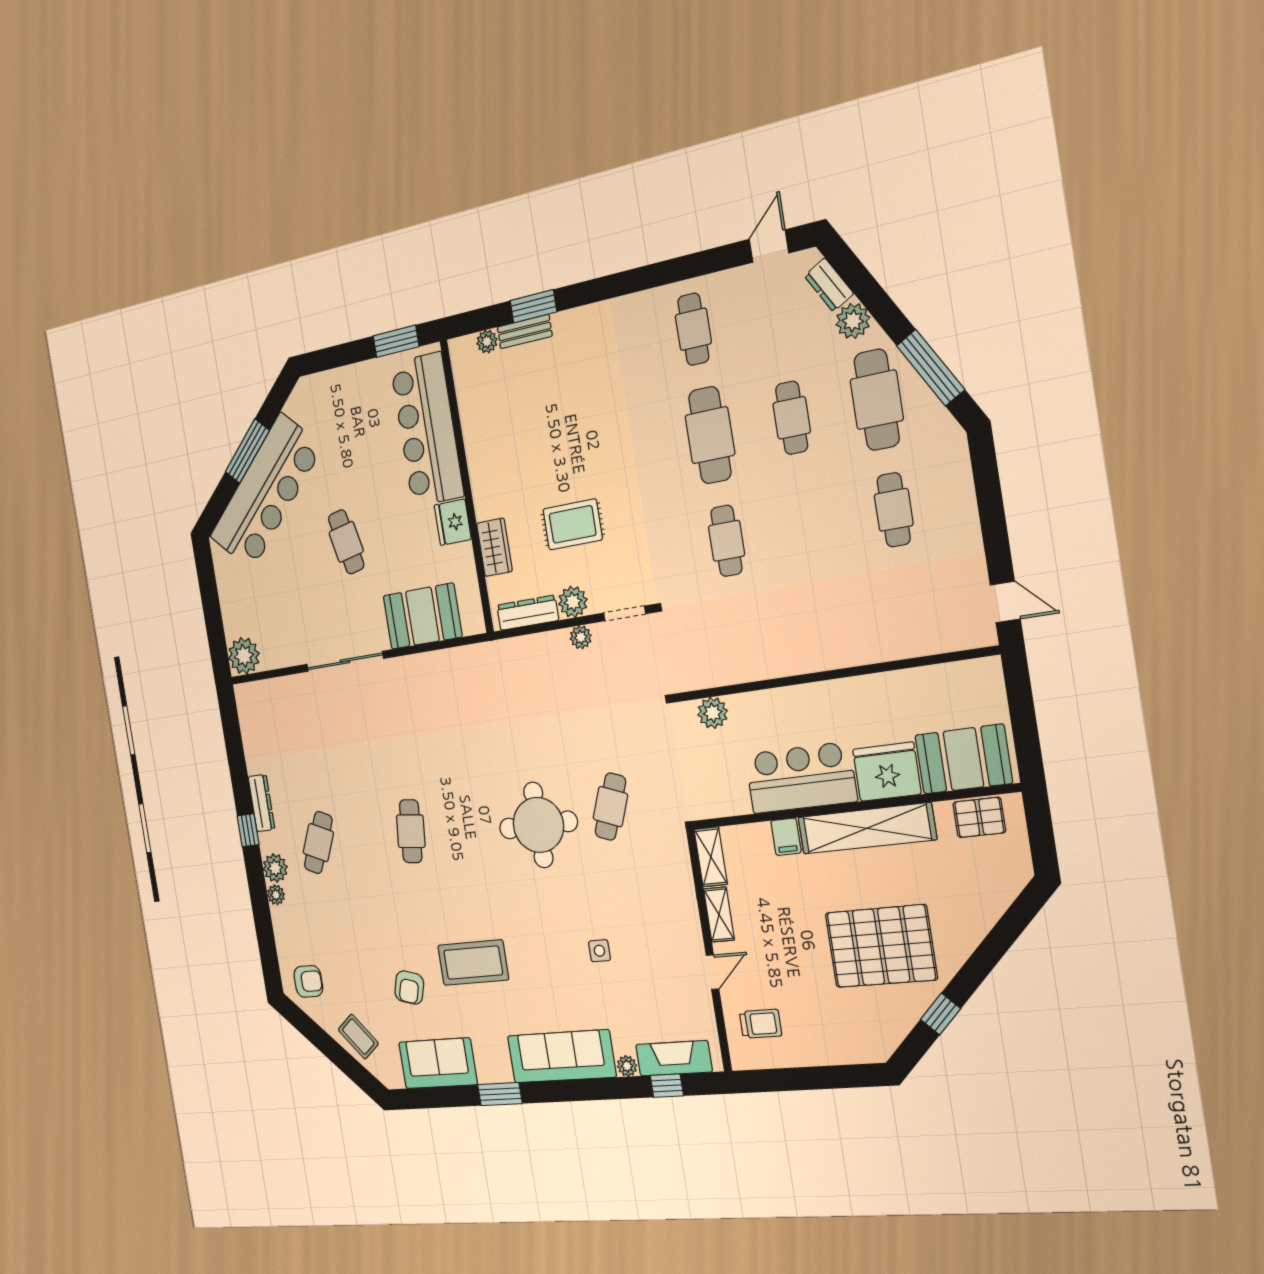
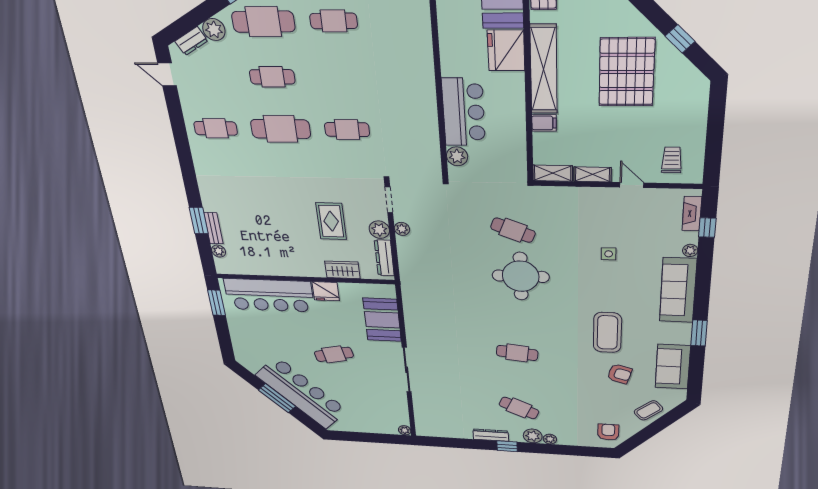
plant: (244, 656) -> (405, 430), width x0.53, depth x0.53
bar counter: (801, 778) -> (464, 112), moved, turned 180
fireplace: (674, 1058) -> (692, 214), width x0.73, depth x0.76

